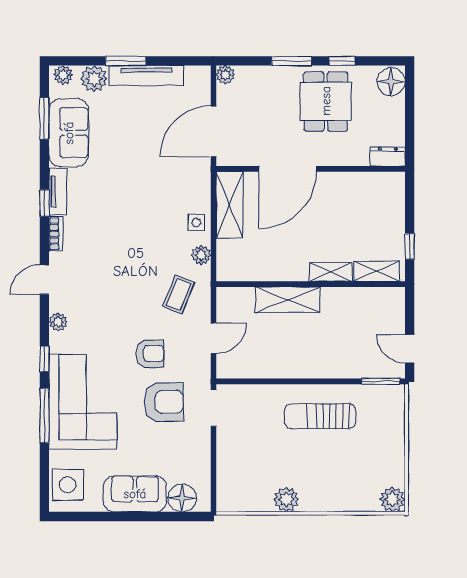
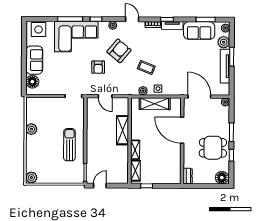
shelving: (230, 205) -> (155, 104), moved
coffee table: (179, 295) -> (146, 67), moved
armchair: (164, 402) -> (119, 51), moved, turned -140

